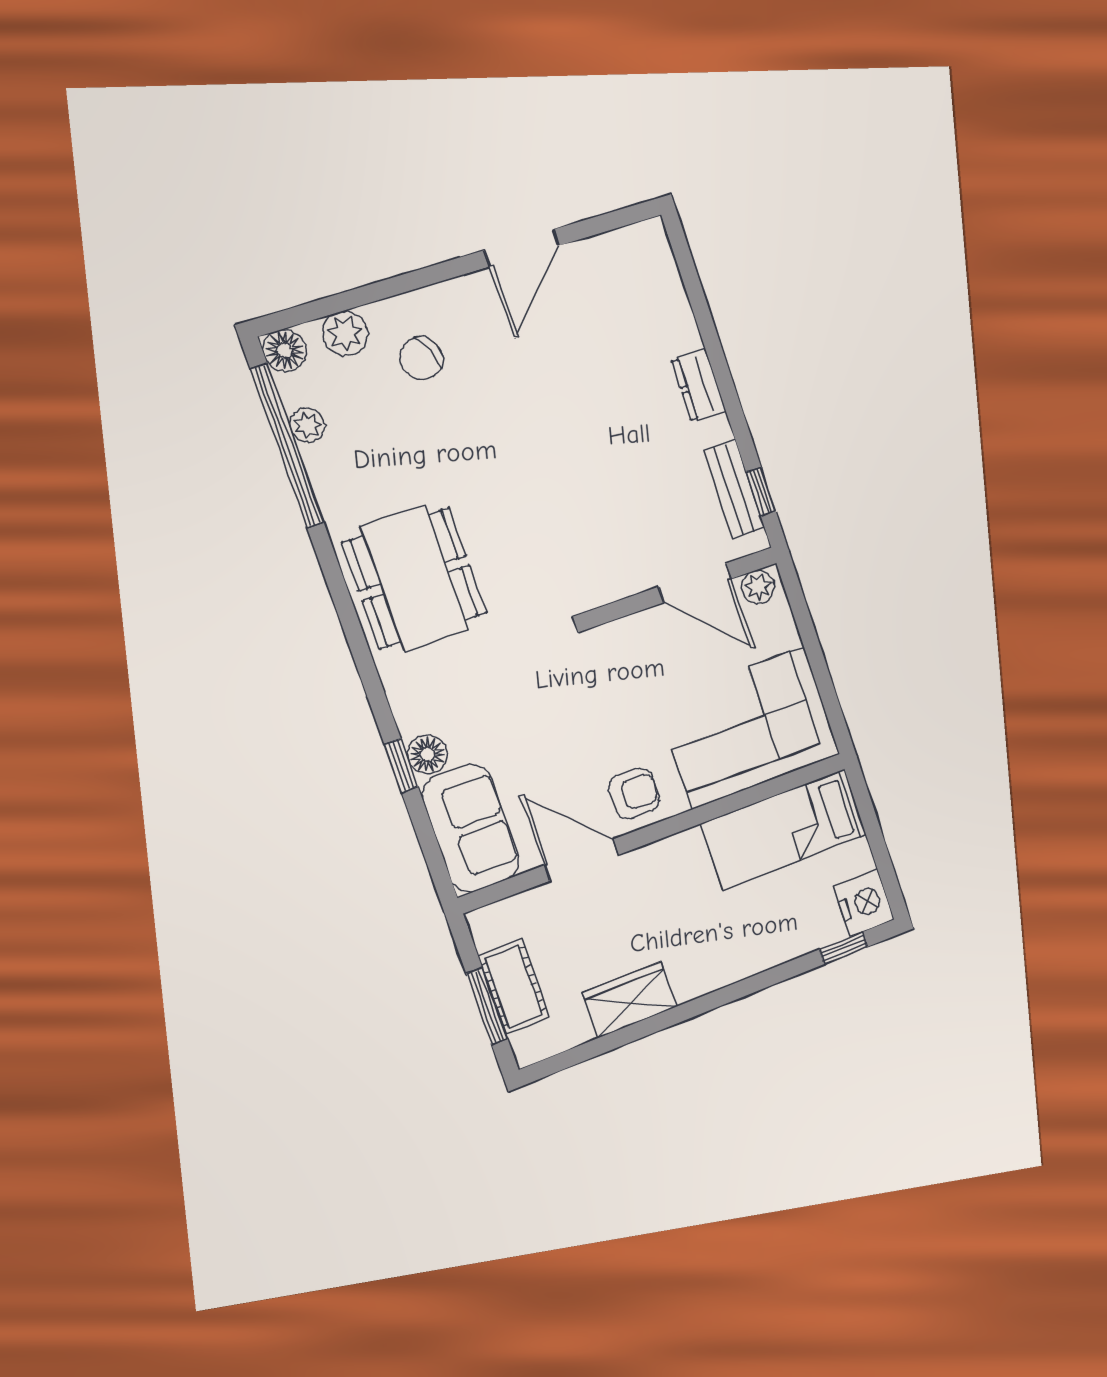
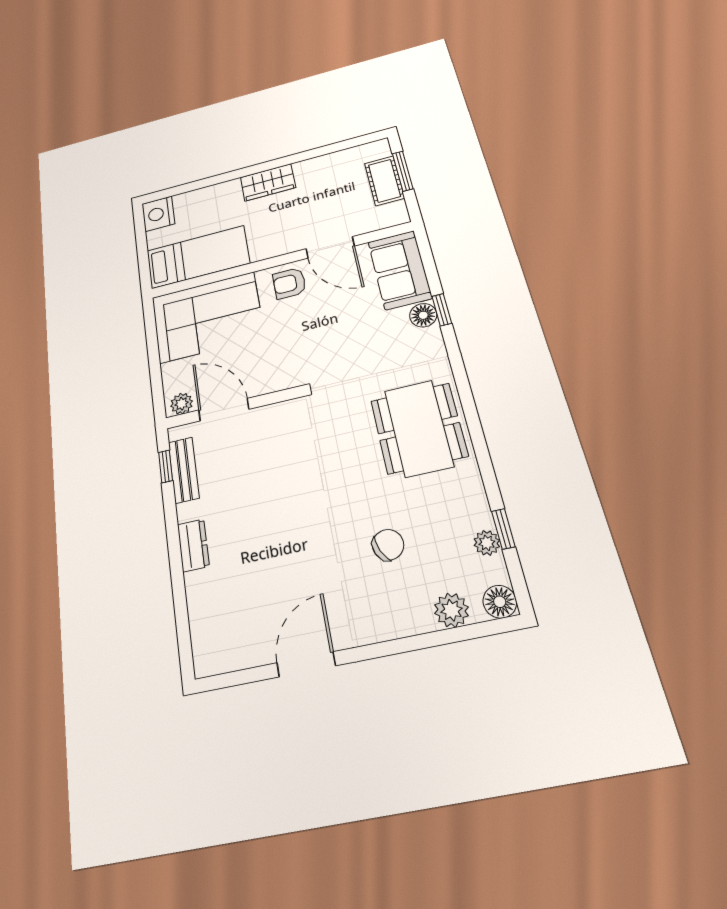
chair: (421, 358) -> (388, 545), moved
window: (287, 446) -> (503, 529), width x0.32
window: (843, 948) -> (177, 191), removed
wardrobe: (630, 1000) -> (268, 182), moved

